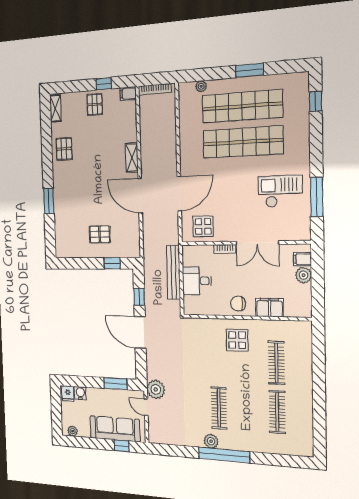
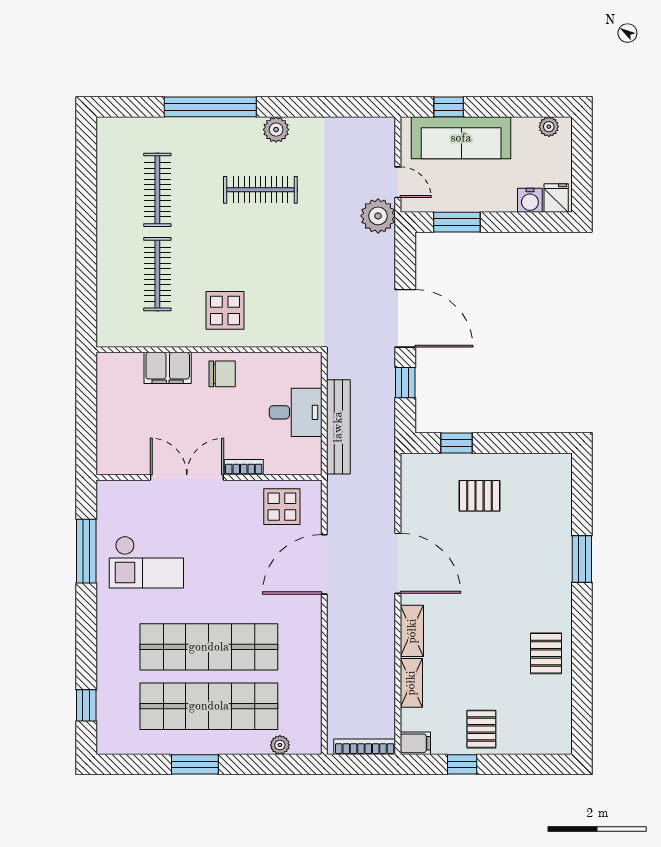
shelving: (55, 108) -> (411, 683), moved
filing cabinet: (302, 259) -> (111, 449), removed
plant: (304, 275) -> (109, 423), removed
clothes rail: (219, 408) -> (260, 190), turned 90
window: (224, 455) -> (210, 107), moved

